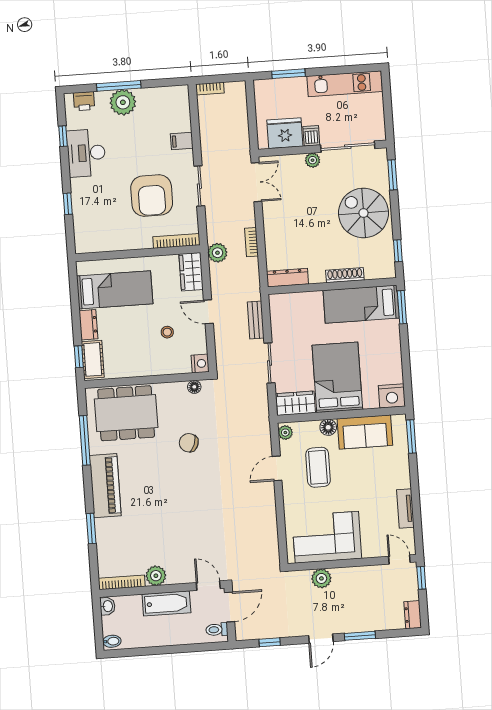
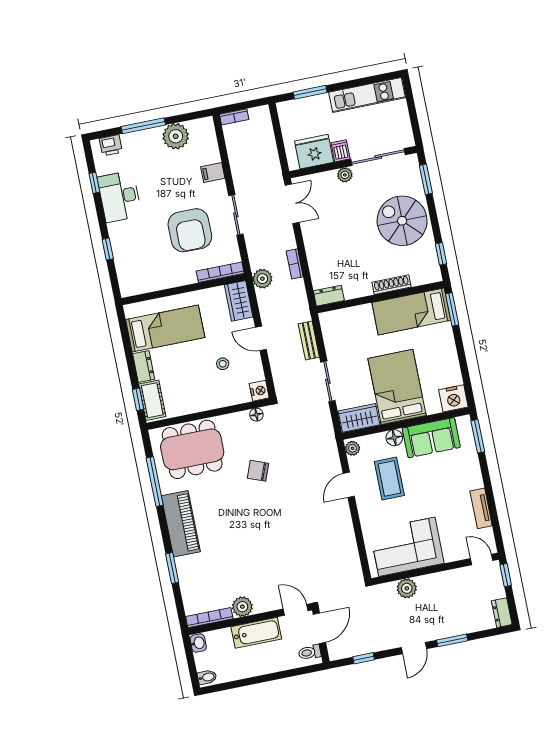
plant: (123, 102) -> (176, 136), moved
dresser: (287, 278) -> (329, 296), width x0.70

